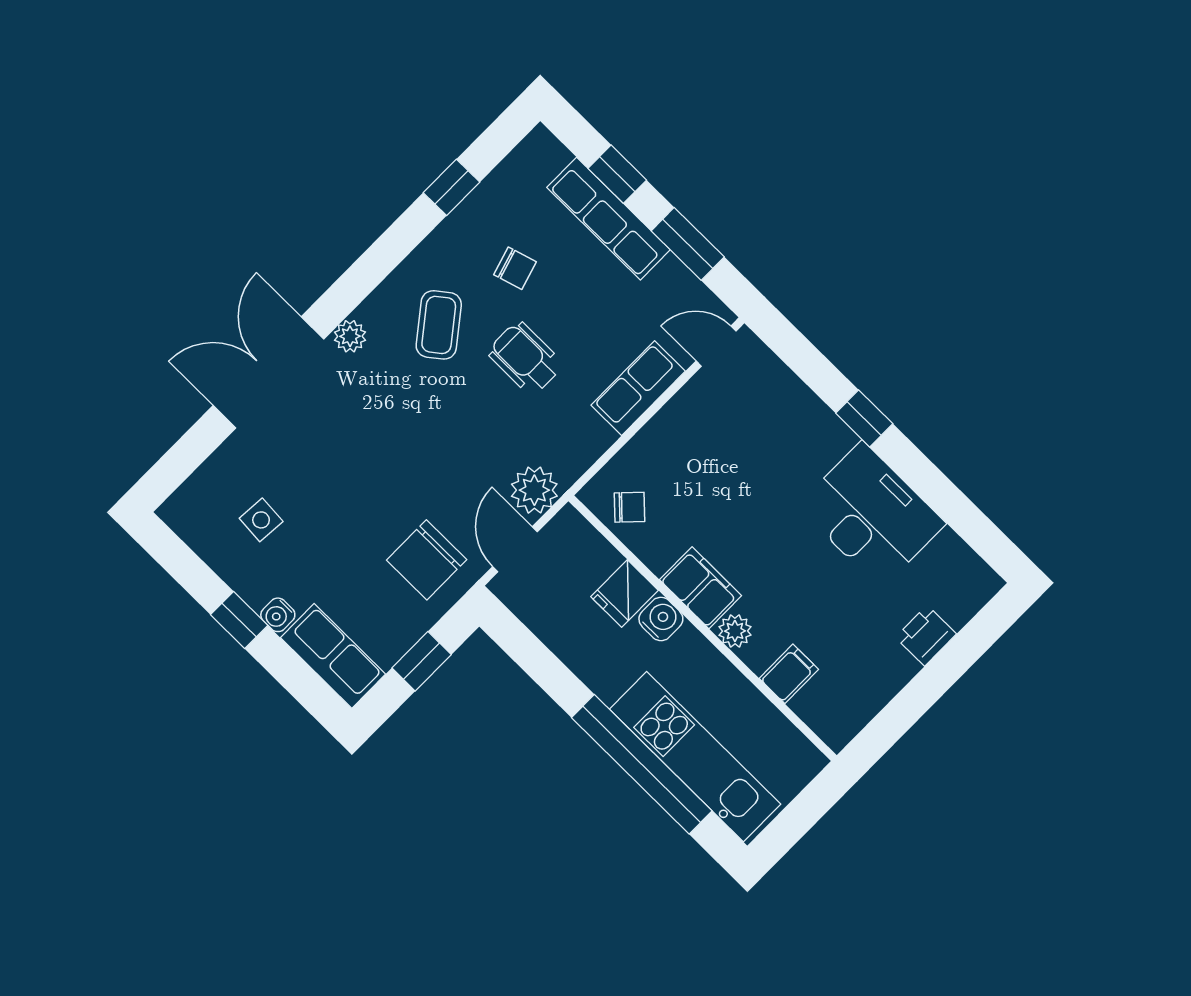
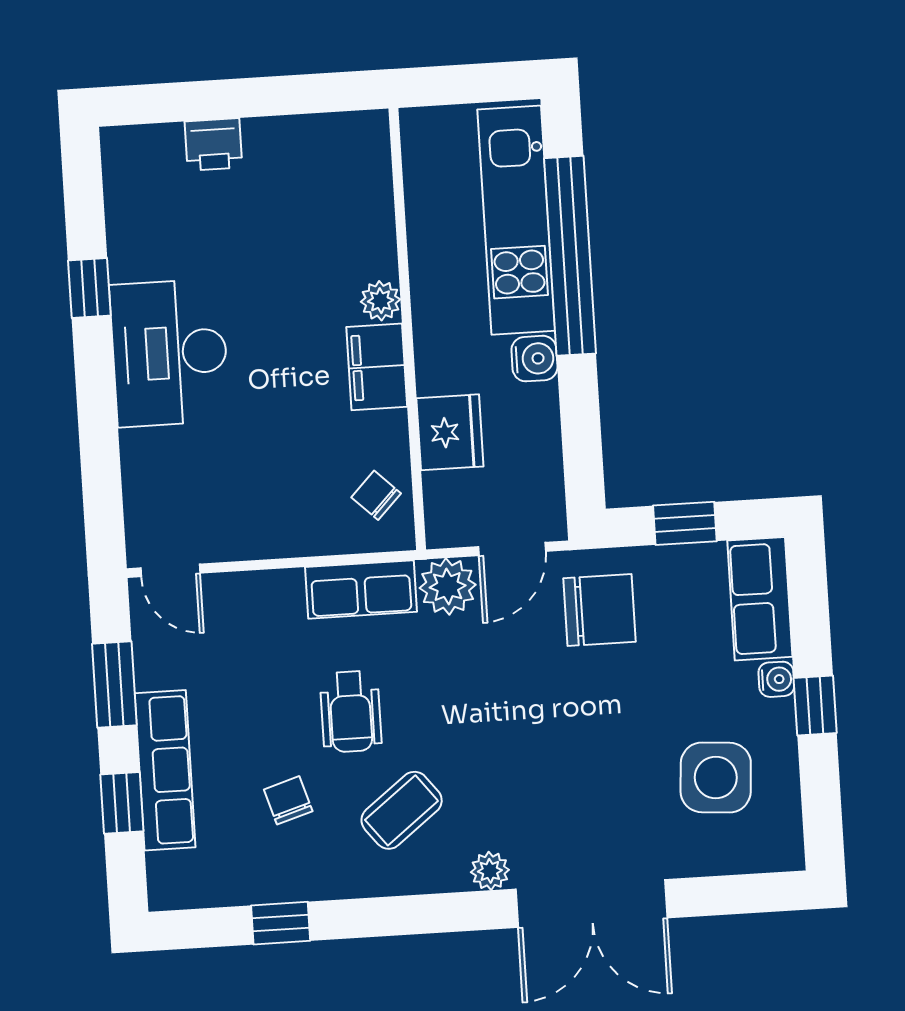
row of seats: (638, 388) -> (361, 589), moved
window: (864, 418) -> (89, 288), moved
desk: (871, 515) -> (170, 353), moved
side table: (261, 520) -> (716, 778), width x1.87, depth x1.87
fridge: (625, 593) -> (450, 432), width x1.38
water cooler: (661, 619) -> (534, 359), moved, turned 180
filing cabinet: (789, 674) -> (366, 219), removed

